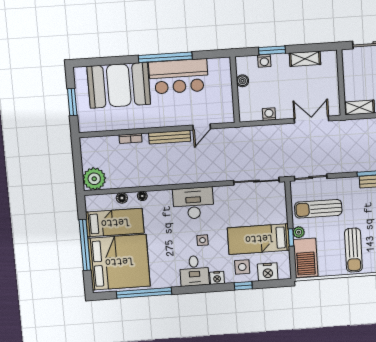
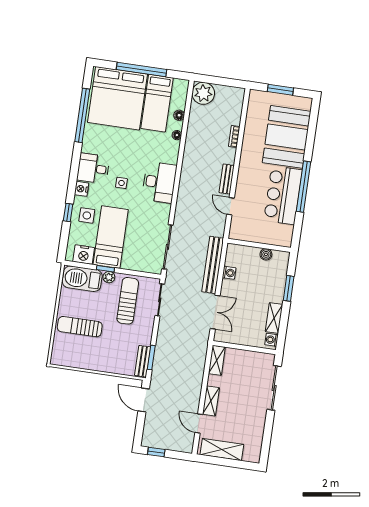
washing machine: (264, 61) -> (272, 340), moved
bench: (265, 132) -> (213, 265), added
bench: (170, 137) -> (227, 179), width x0.73
nightstand: (268, 272) -> (84, 255), moved, turned -90

